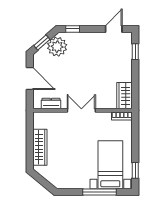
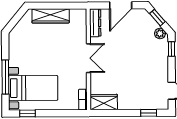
plant: (57, 47) -> (160, 33), width x0.53, depth x0.53
dresser: (51, 104) -> (95, 23), width x1.44

